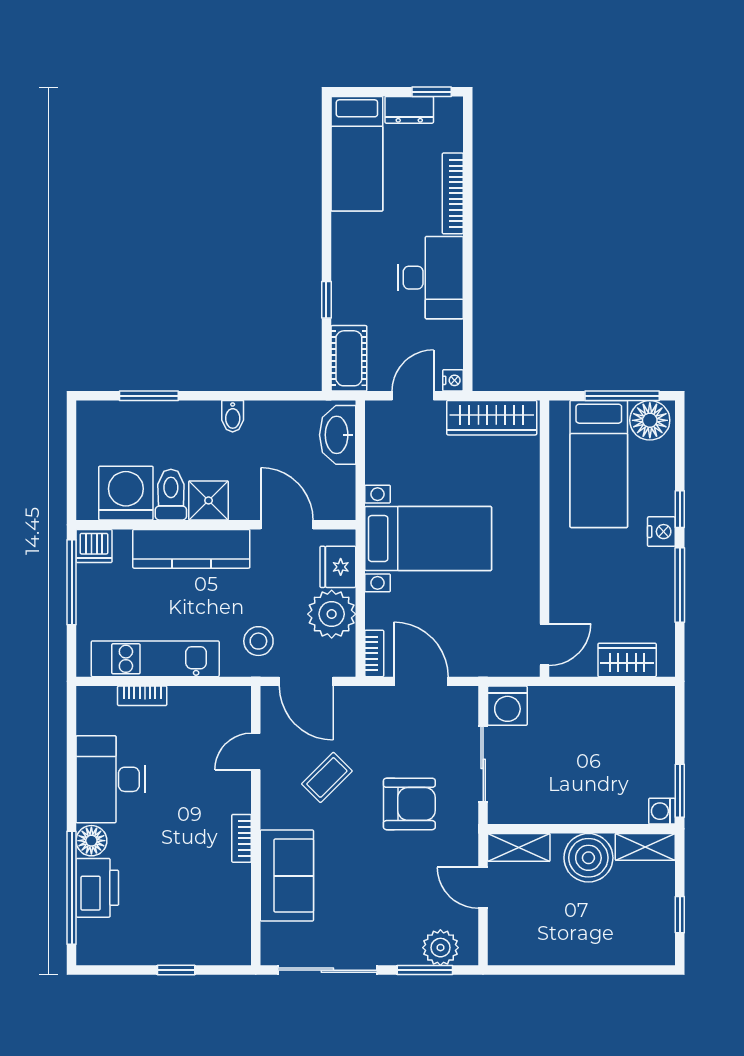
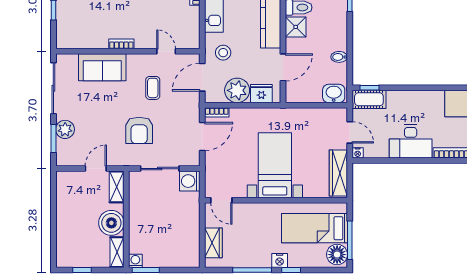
window: (326, 300) -> (369, 88), moved
bidet: (233, 416) -> (339, 57), moved
washbasin: (338, 435) -> (334, 93), width x0.72
bed with nightstands: (428, 539) -> (275, 165), moved, turned 180
coffee table: (327, 777) -> (153, 88), turned 45
plant: (440, 948) -> (65, 129), moved

